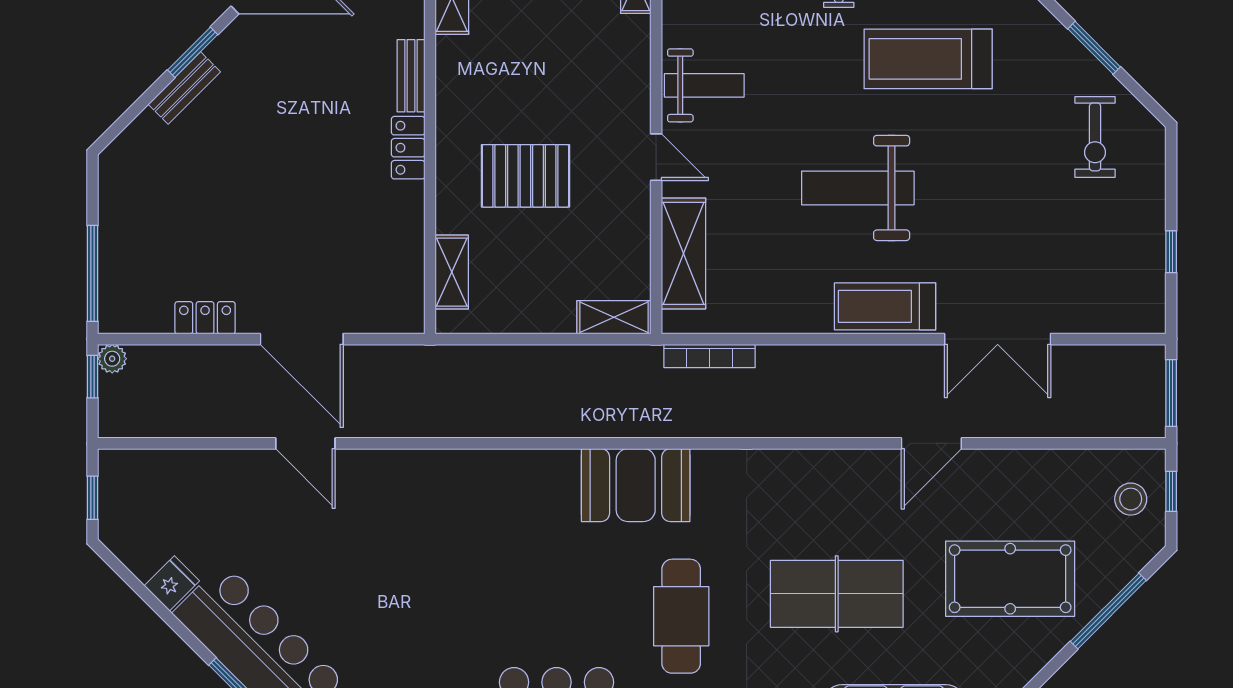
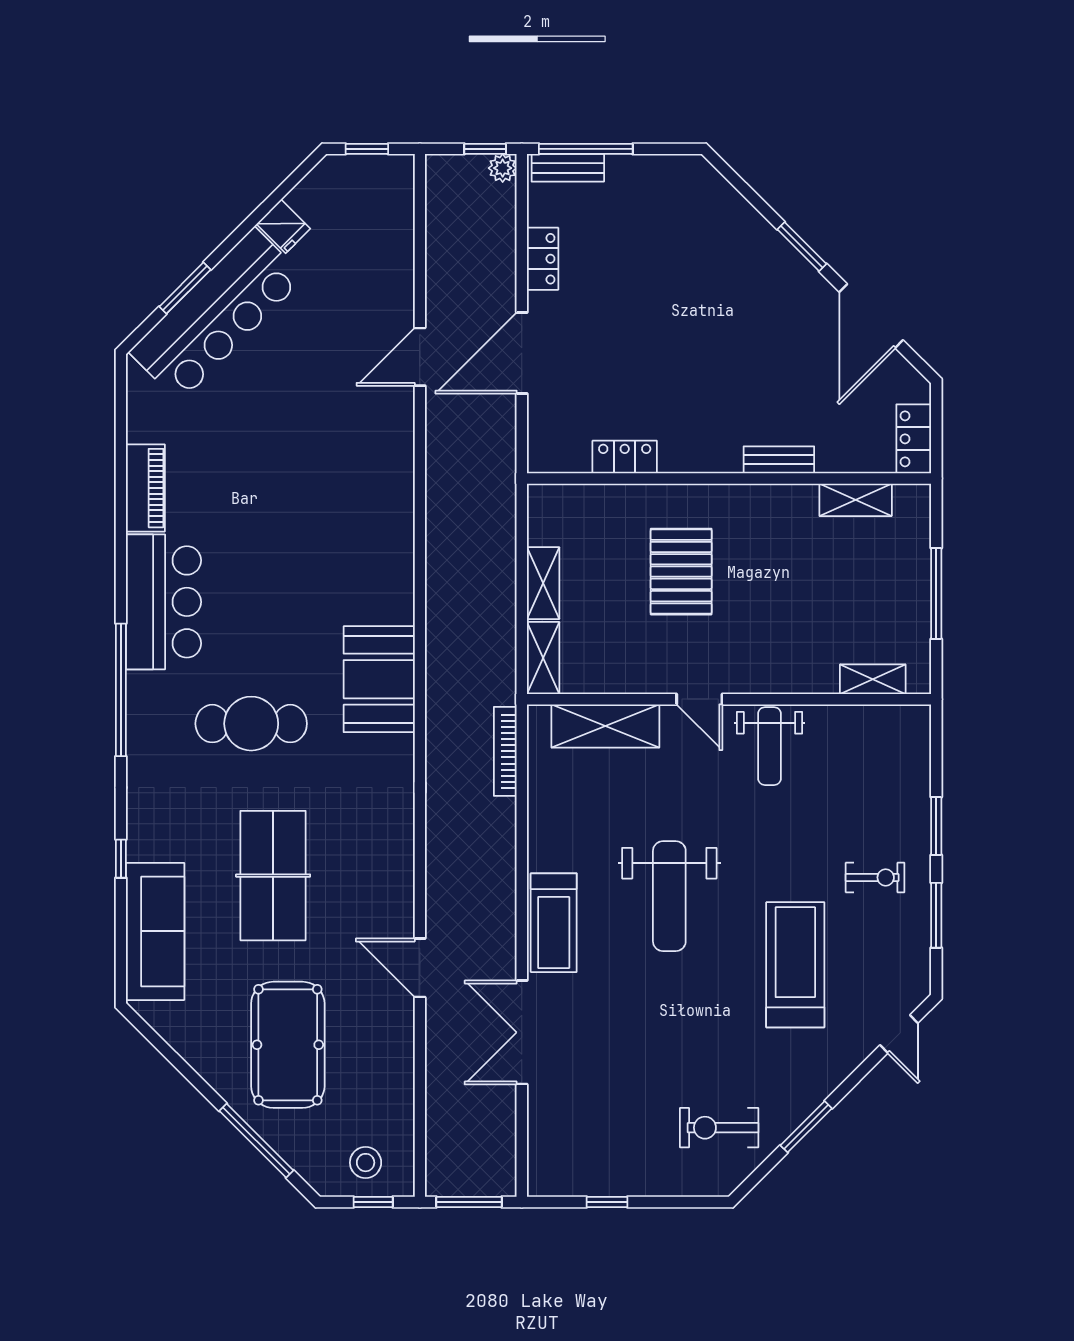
bench: (184, 88) -> (568, 168), moved, turned -45
locker: (408, 148) -> (625, 457), moved
door: (656, 157) -> (699, 699), hinge flipped
weight bench: (858, 188) -> (669, 896), turned 180
shelving: (452, 272) -> (543, 583), moved, turned 90
treadmill: (885, 306) -> (554, 923), turned 180

